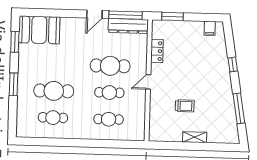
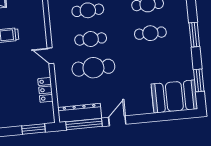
door: (148, 82) -> (50, 56), swing flipped
cafe table: (54, 91) -> (150, 33), width x0.73, depth x0.74

